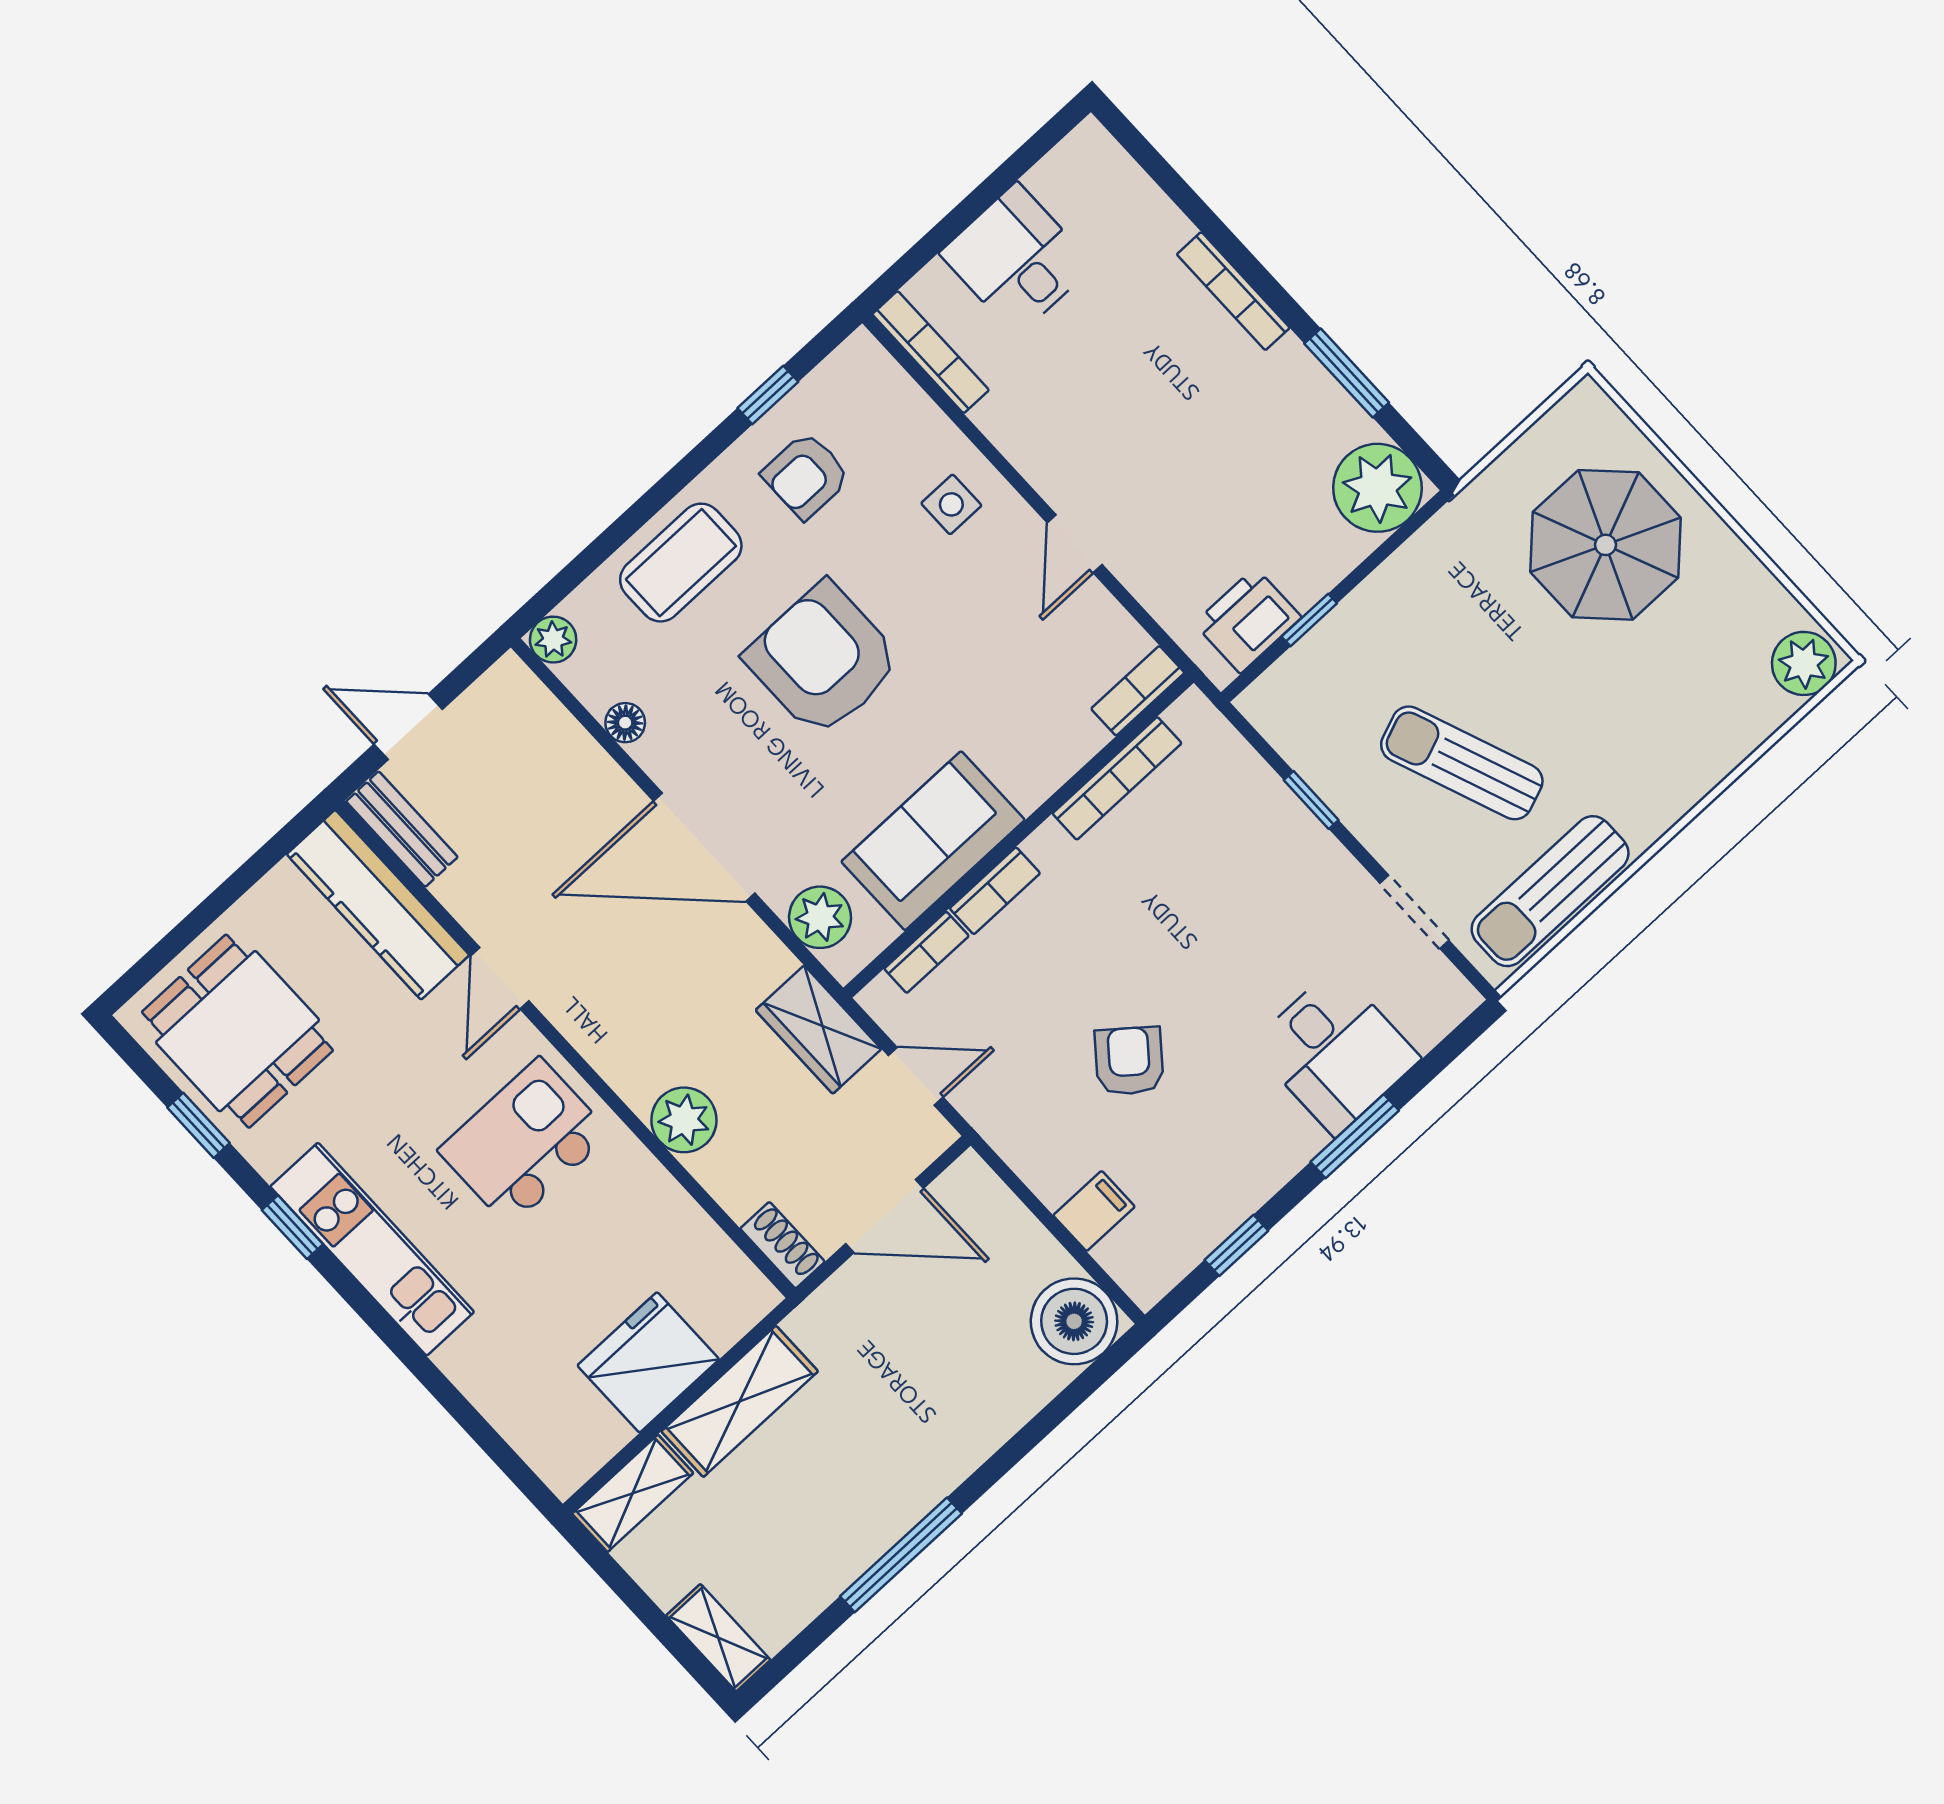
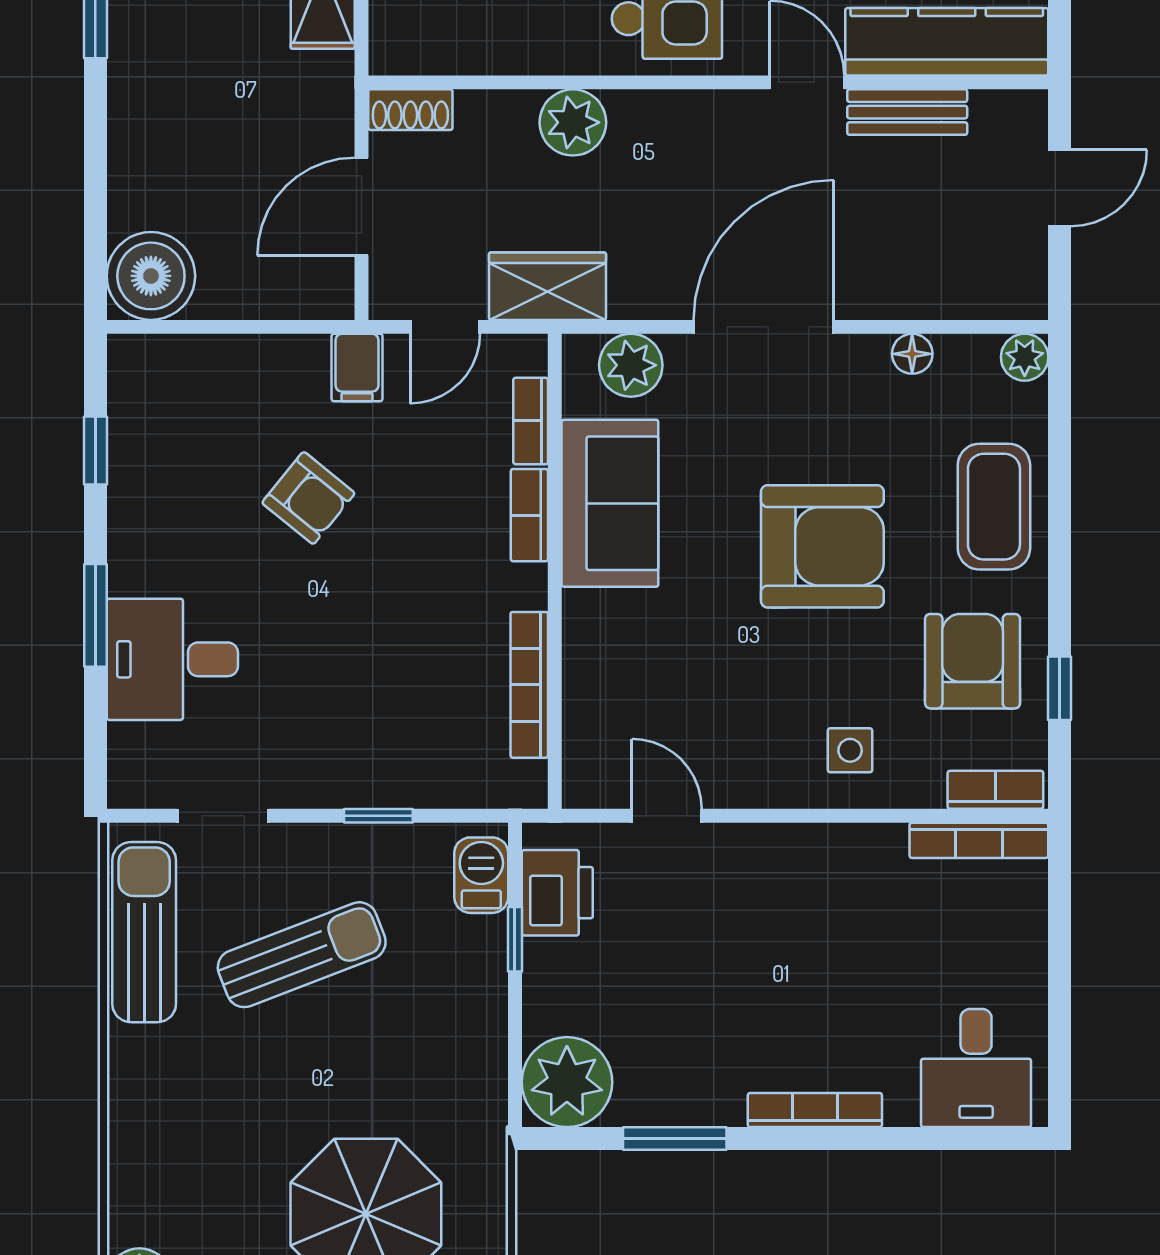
desk: (1017, 259) -> (976, 1068), moved, turned 90
armchair: (806, 475) -> (973, 661), width x1.38, depth x1.38
door: (1075, 544) -> (667, 816), moved
barbecue: (1286, 687) -> (481, 875), added
bookcase: (1138, 691) -> (995, 790), moved, turned -90
bench: (402, 829) -> (907, 112), moved
filing cabinet: (1094, 1211) -> (357, 367), moved

